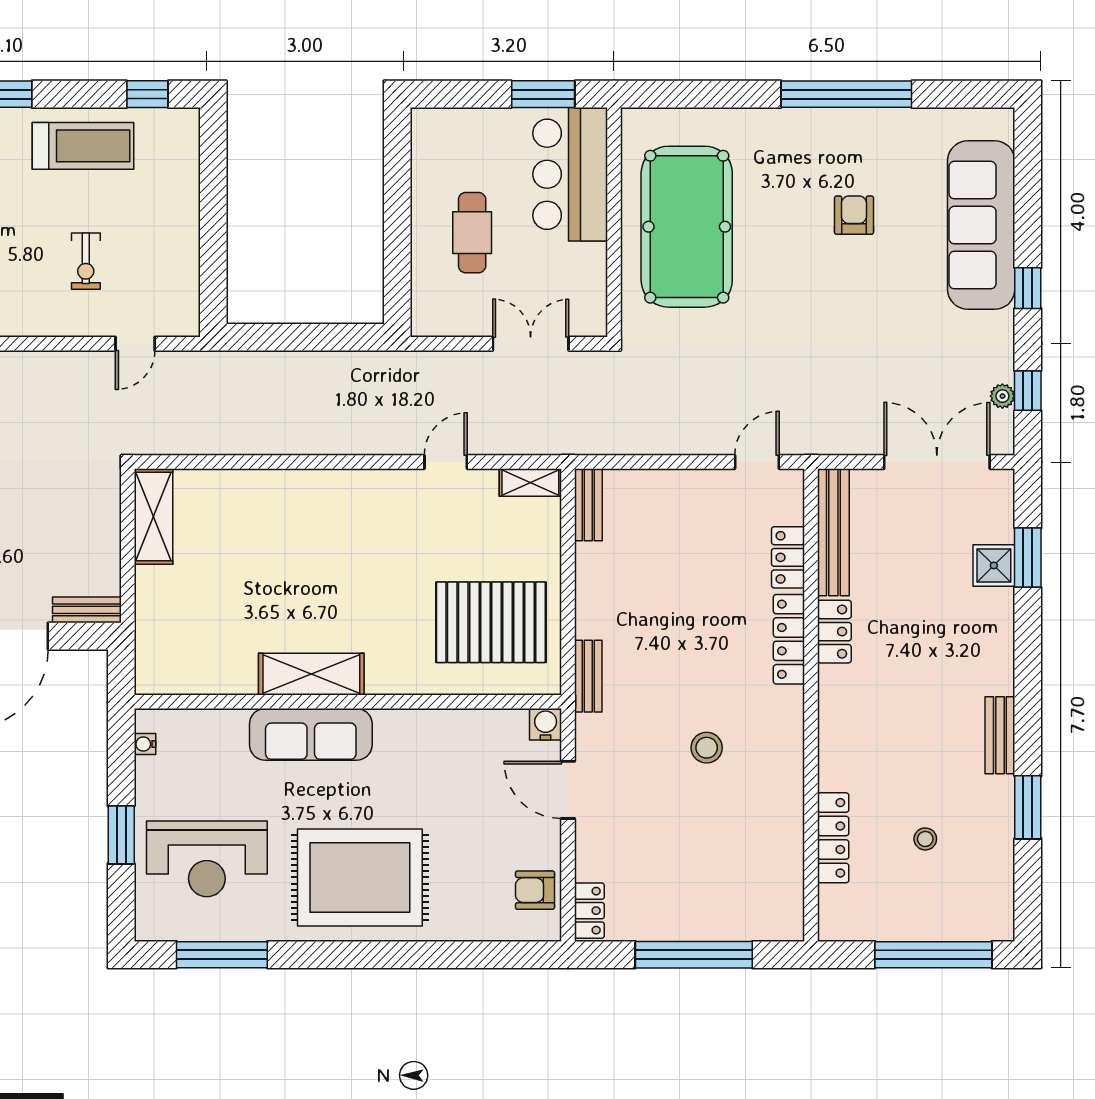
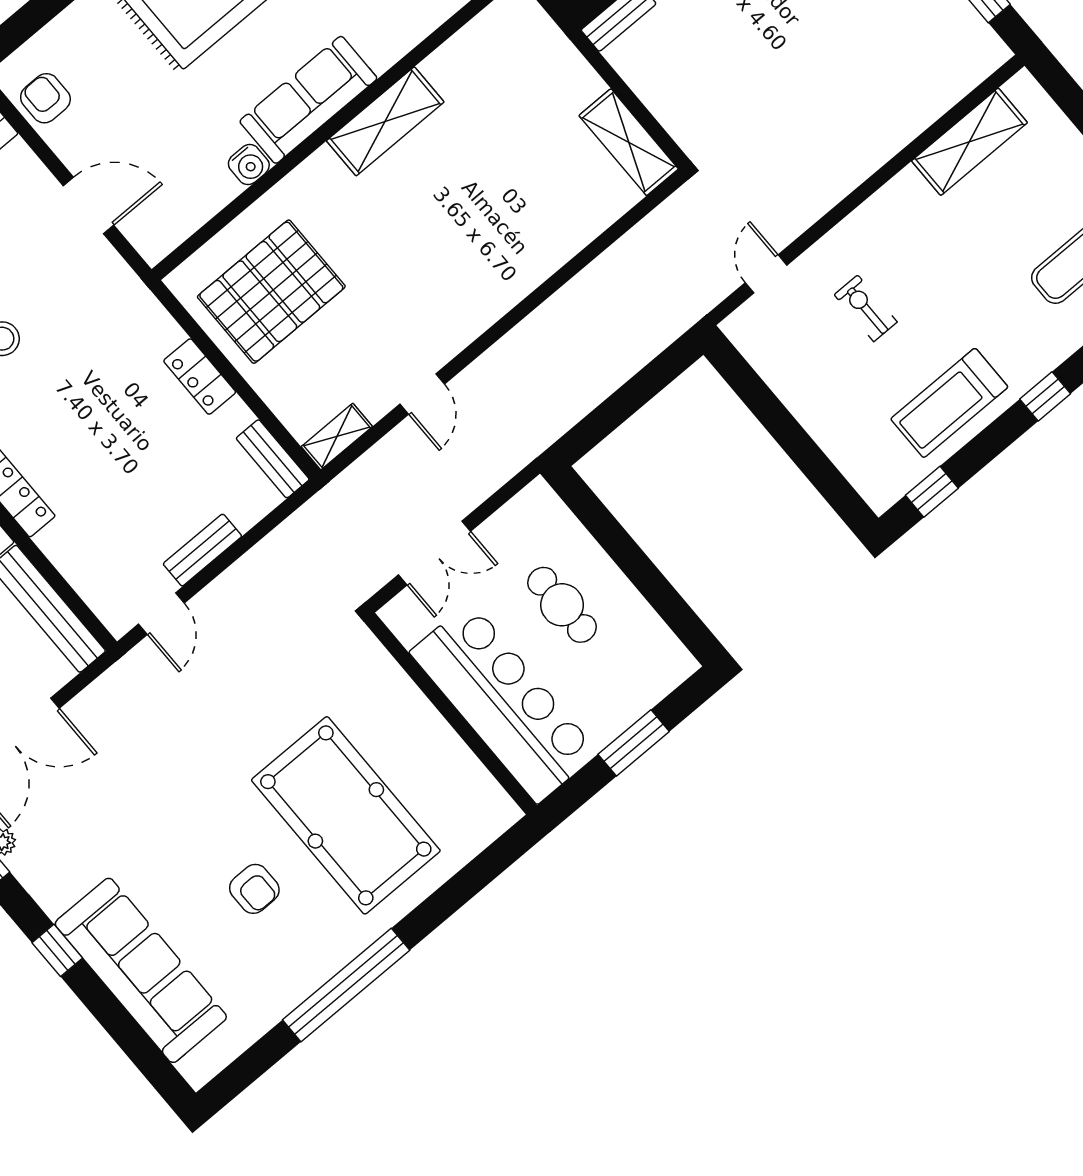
window: (543, 94) -> (634, 743), moved
bar counter: (570, 174) -> (504, 702), width x1.36
pool table: (687, 227) -> (346, 815), moved
locker: (788, 557) -> (200, 377), moved, turned 180
bench: (588, 676) -> (202, 550), moved, turned 90
water cooler: (546, 724) -> (249, 165), moved
sofa: (311, 734) -> (308, 100), moved
armchair: (535, 890) -> (45, 98), turned -90

